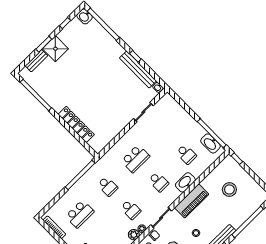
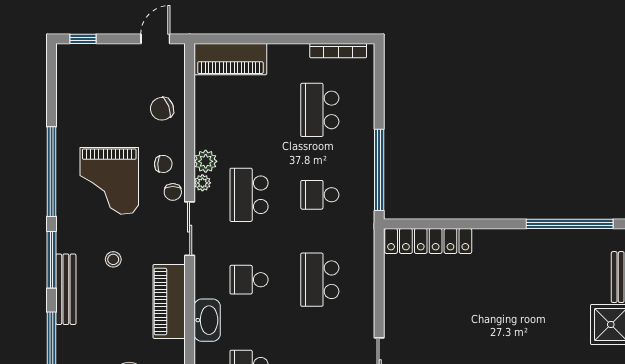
locker: (76, 124) -> (428, 241), moved
school desk: (131, 210) -> (249, 195), width x1.85

